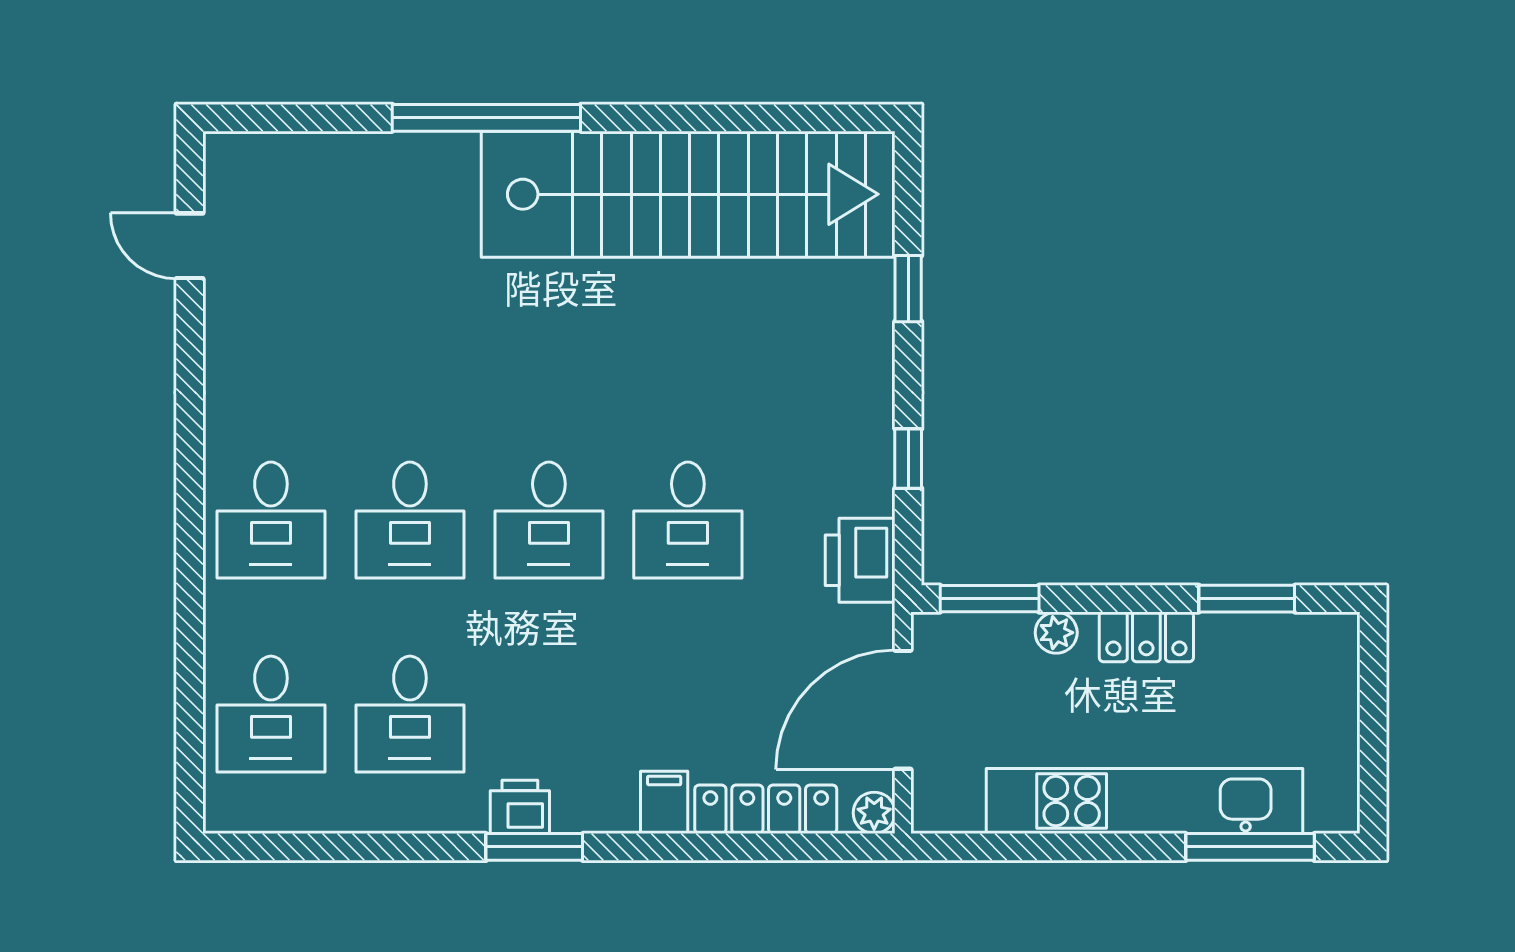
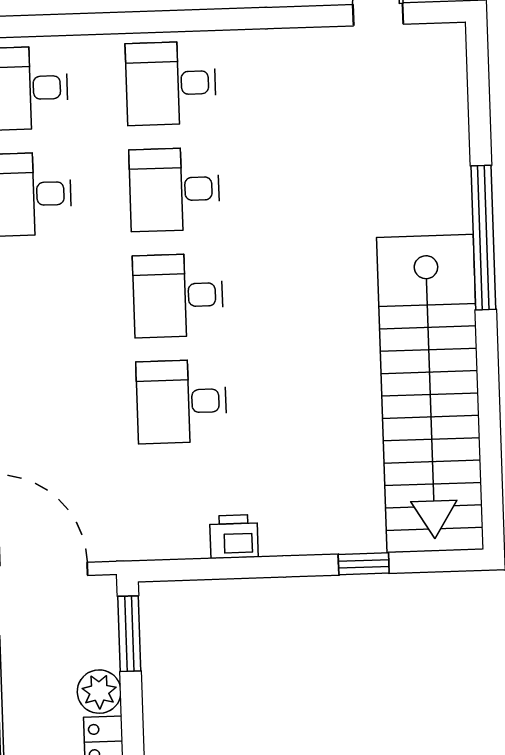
window: (908, 459) -> (234, 568), removed
printer: (860, 560) -> (234, 537), moved, width x0.73, depth x0.81
plant: (1056, 633) -> (99, 692), width x1.38, depth x1.38

